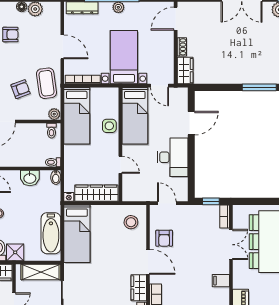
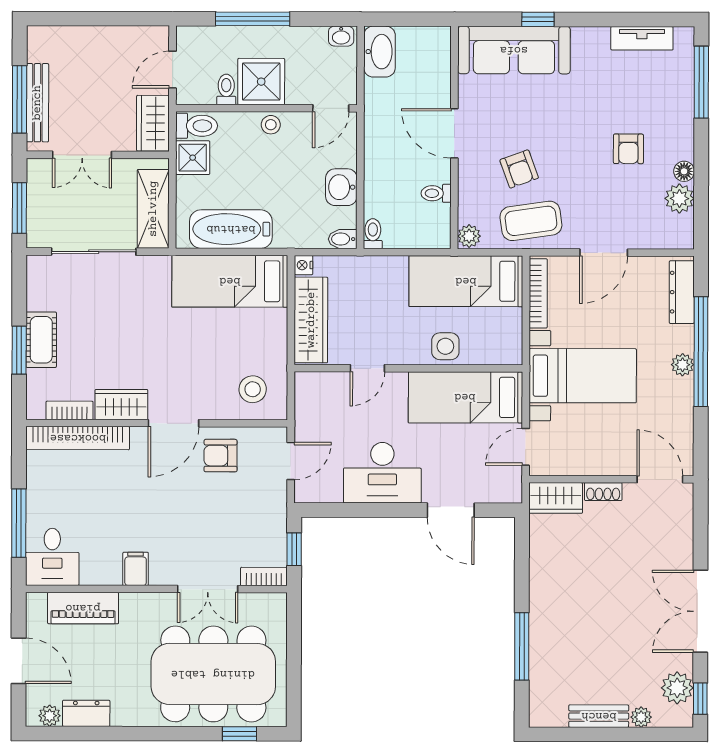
toilet: (51, 131) -> (436, 193), moved

